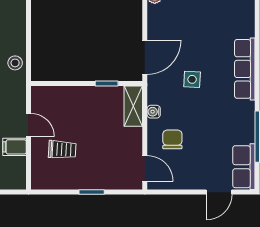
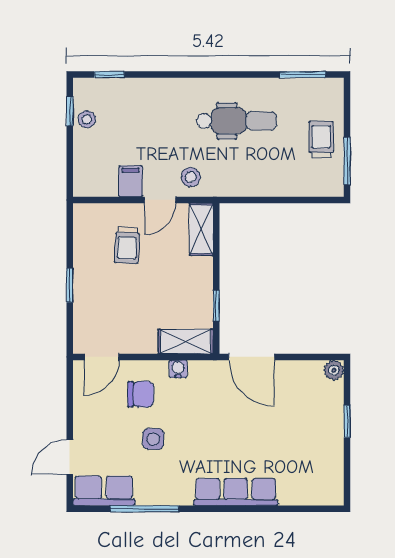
stool: (15, 63) -> (191, 177), moved
side table: (192, 79) -> (153, 439), moved
shelving: (50, 94) -> (201, 229), added
door: (219, 192) -> (70, 457), hinge flipped

